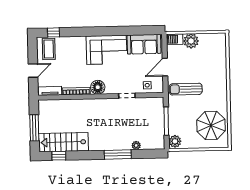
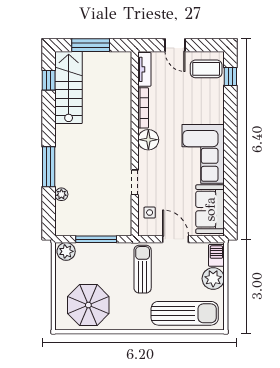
sun lounger: (215, 60) -> (185, 313), added

